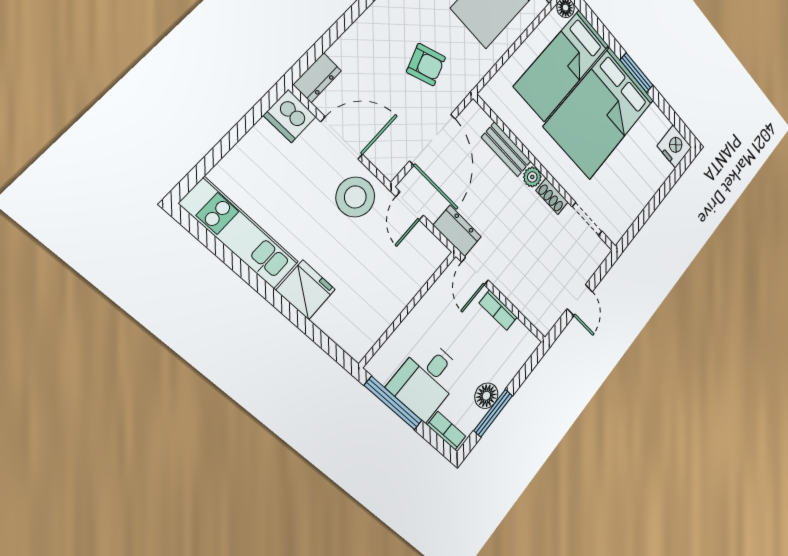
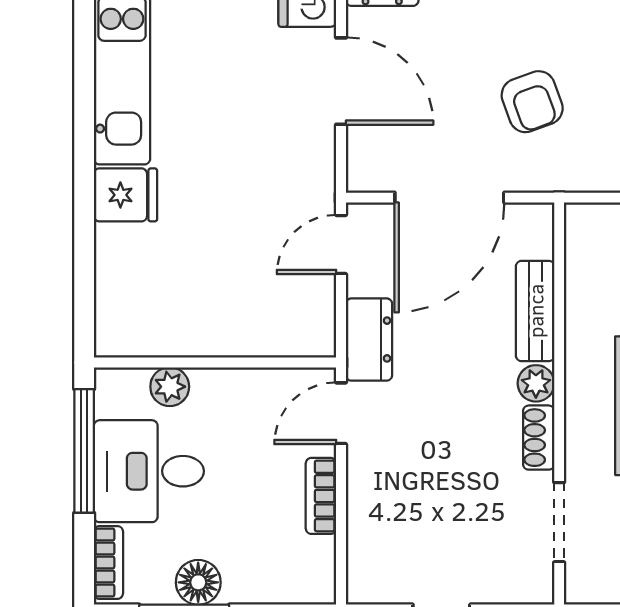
stool: (355, 197) -> (288, 164), removed
fridge: (306, 290) -> (126, 195), width x0.72
plant: (401, 339) -> (170, 387), added

